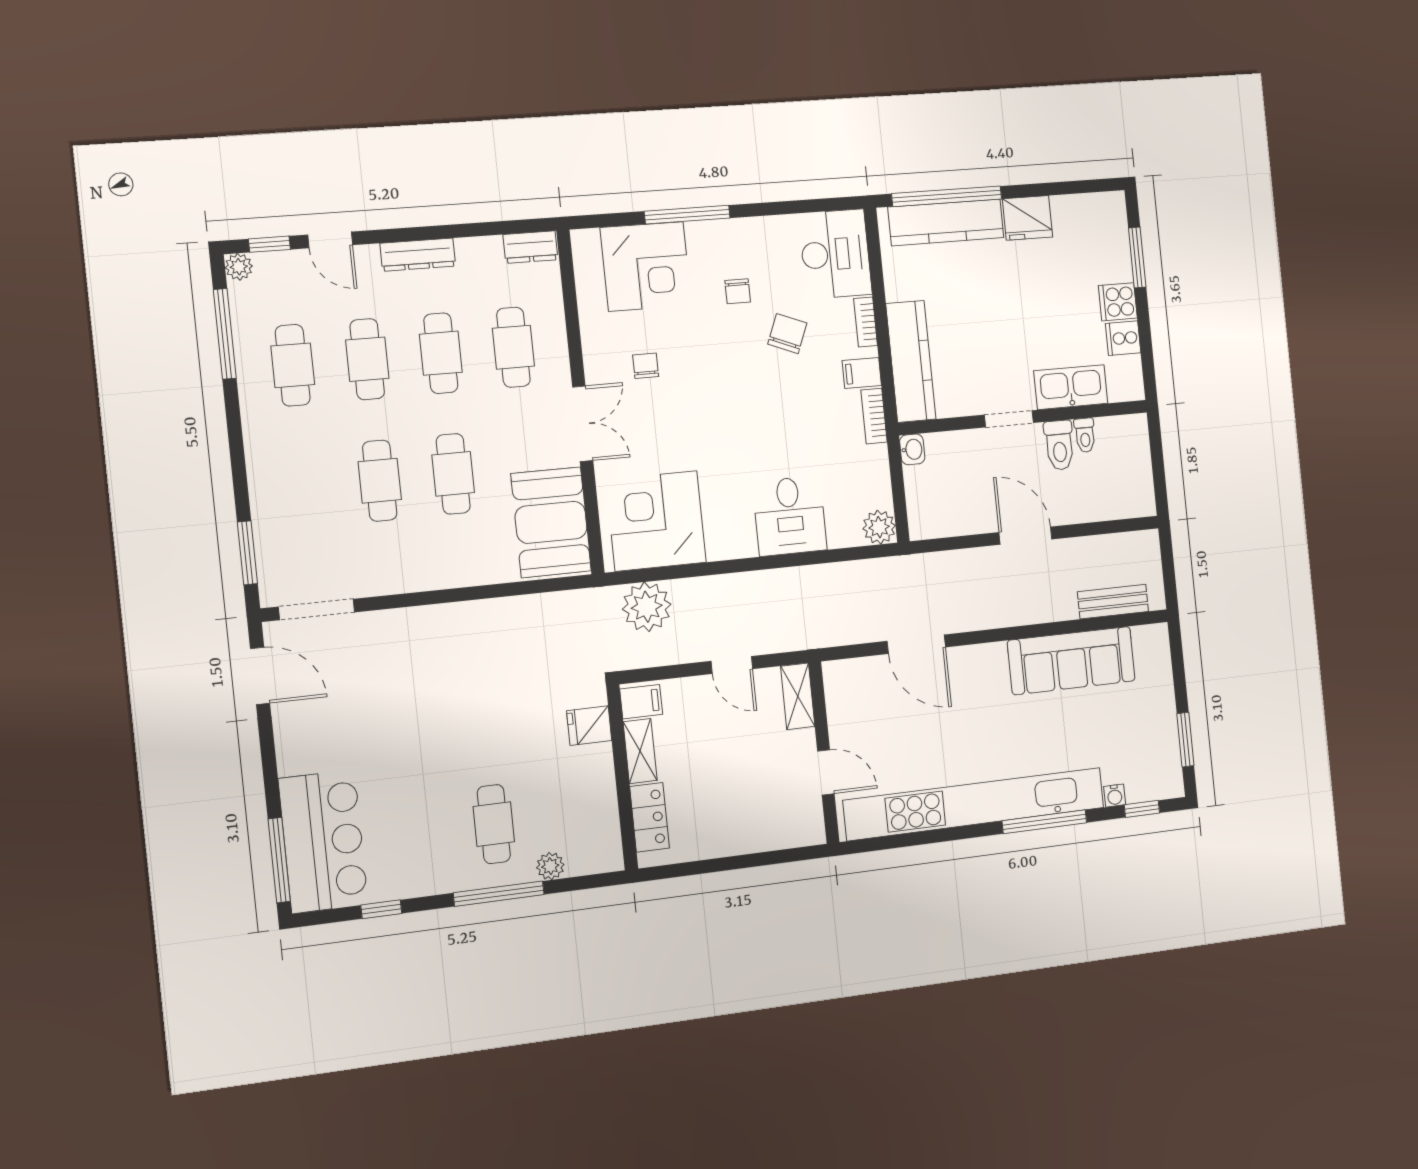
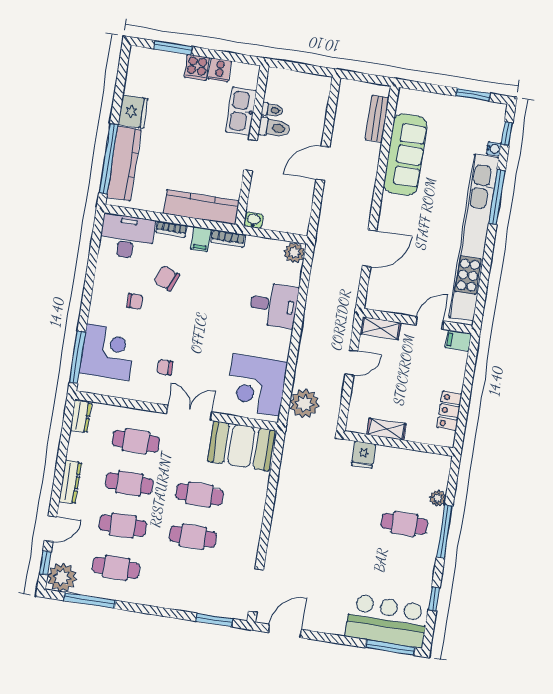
window: (687, 215) -> (77, 357), moved
plant: (239, 267) -> (62, 577), width x1.88, depth x1.88
filing cabinet: (641, 702) -> (458, 341), moved, turned -90
locker: (650, 817) -> (449, 411), moved, turned -90

